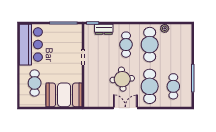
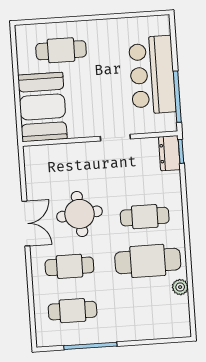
dresser: (104, 29) -> (169, 153), moved
bar counter: (31, 45) -> (152, 75), moved, turned 90
cafe table: (150, 86) -> (69, 266), width x0.73, depth x0.74

